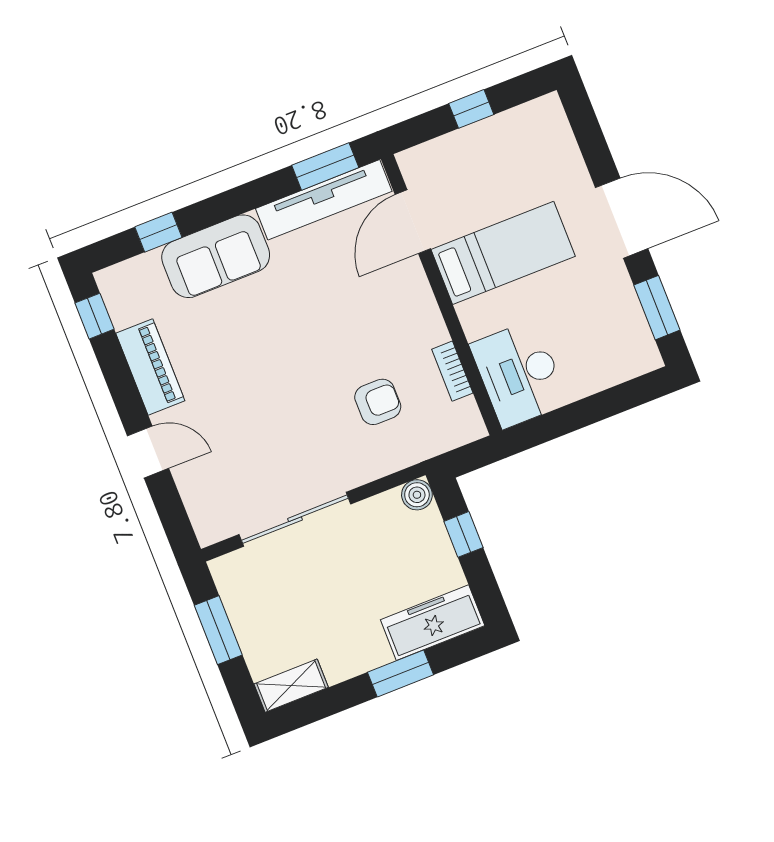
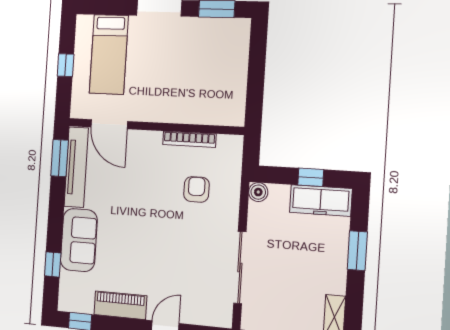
bed: (503, 253) -> (109, 54), moved, turned 180
bookcase: (452, 371) -> (189, 139), width x1.56
desk: (519, 374) -> (218, 103), removed
window: (463, 534) -> (311, 177), moved
freezer: (433, 623) -> (321, 201), moved, turned -90

